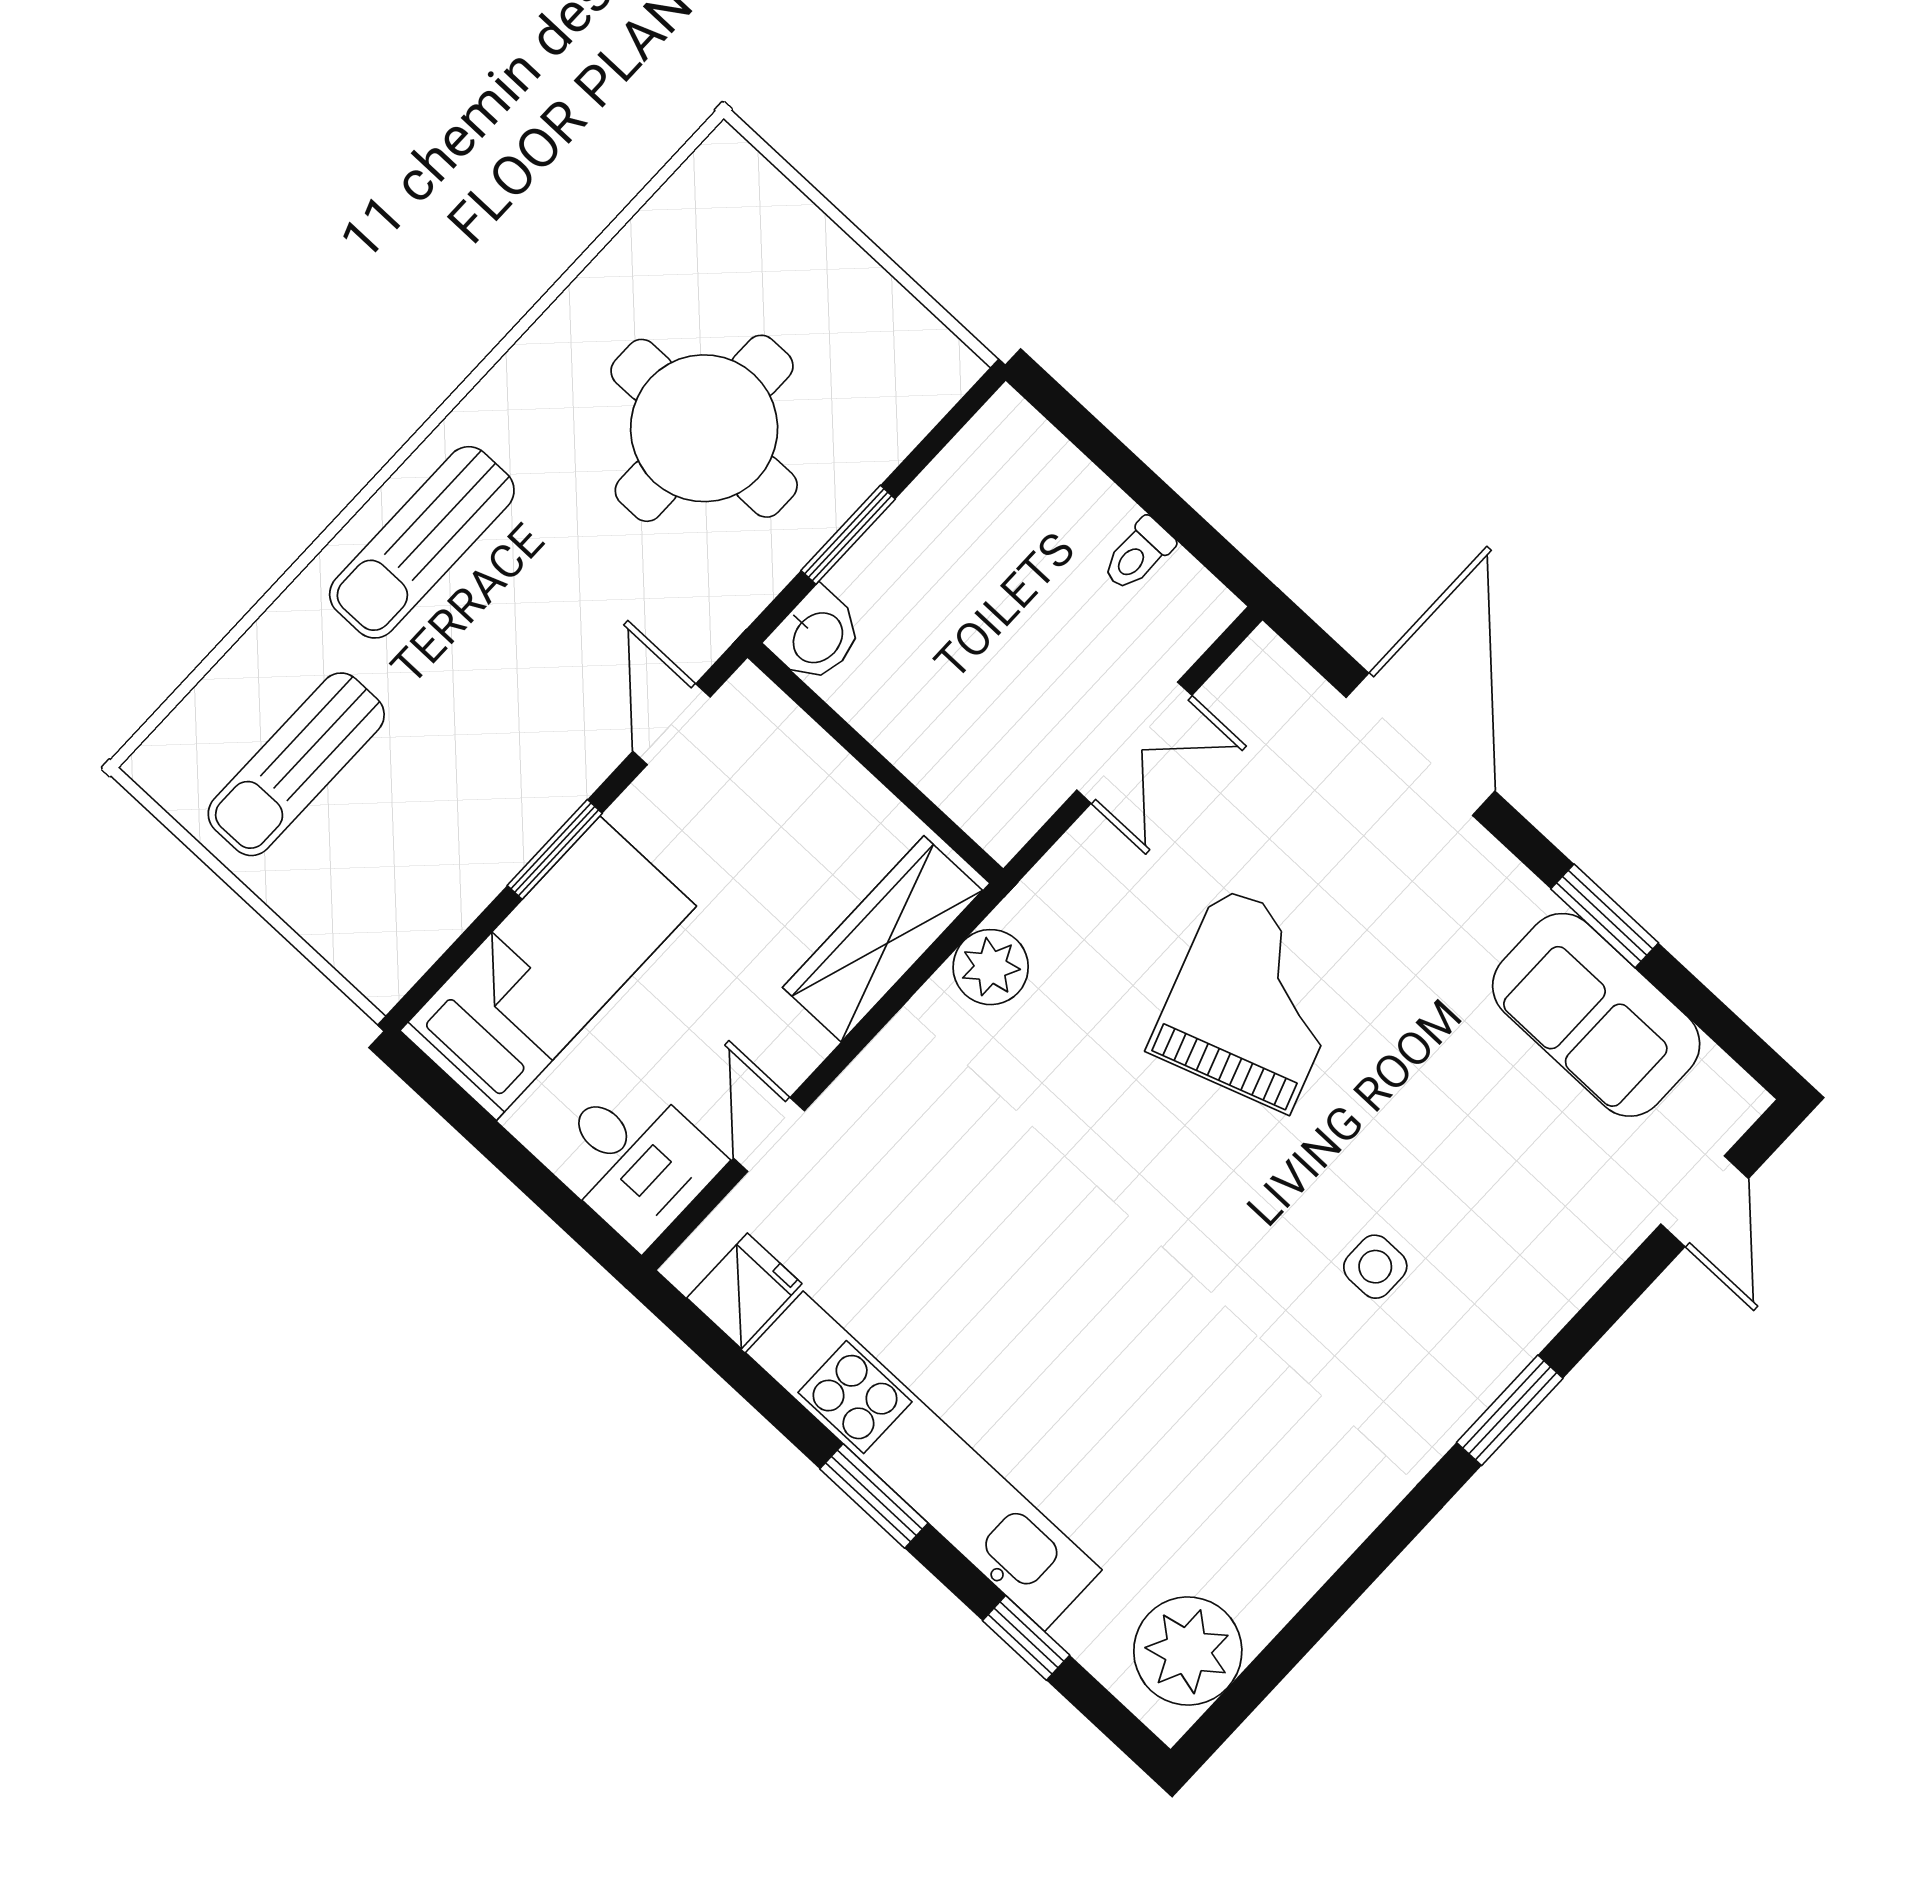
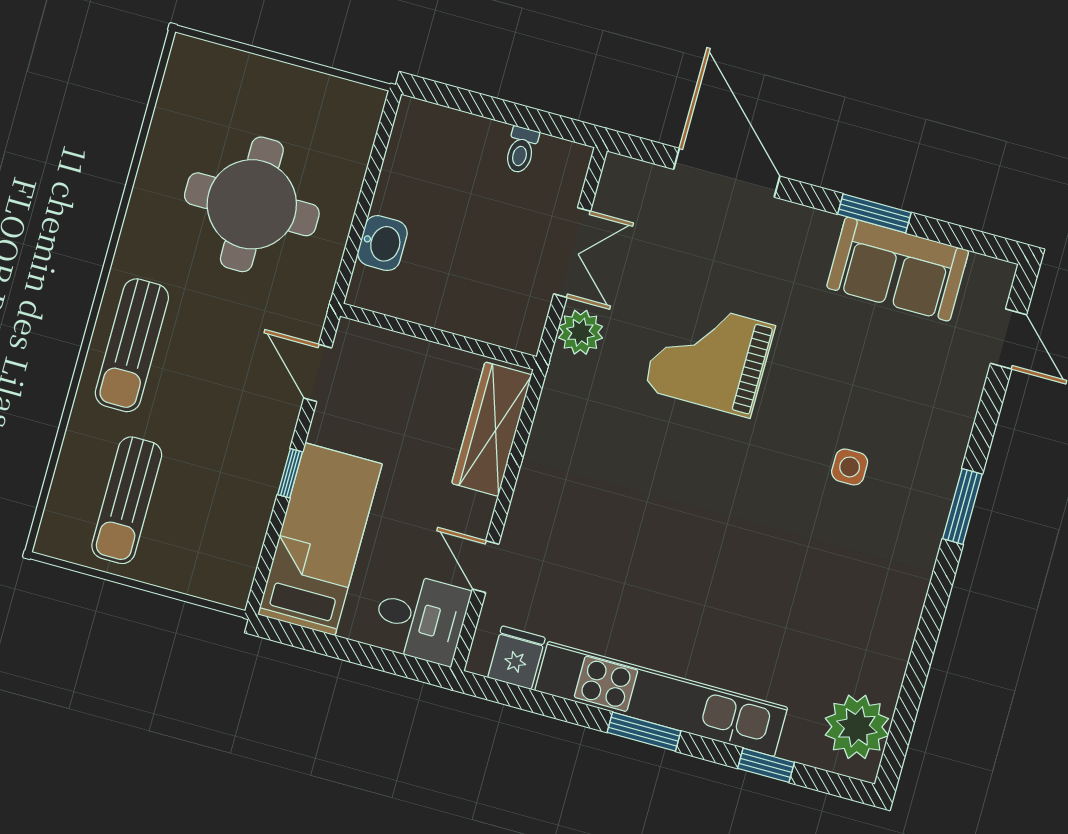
window: (848, 535) -> (359, 221), removed
washbasin: (816, 636) -> (382, 243), moved
window: (555, 849) -> (290, 473), width x0.67
plant: (991, 967) -> (580, 332), moved
grand piano: (1254, 1000) -> (709, 357), turned -71

